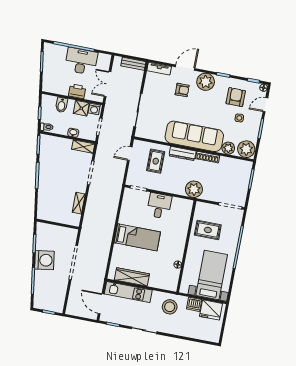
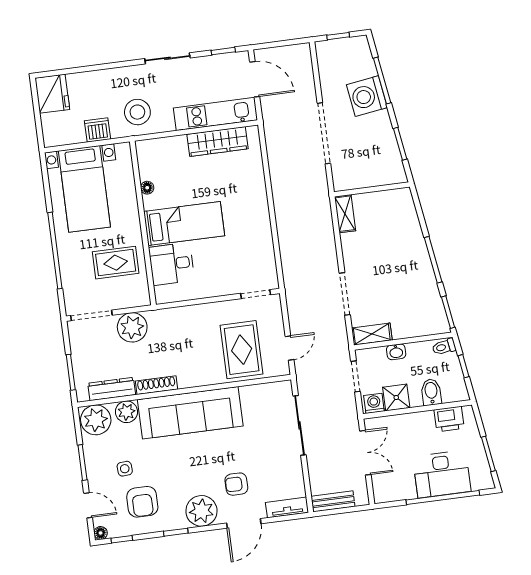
desk: (81, 61) -> (442, 474), moved
printer: (77, 91) -> (449, 419), moved
door: (265, 105) -> (88, 505), hinge flipped
dresser: (182, 153) -> (112, 389), moved
rug: (156, 161) -> (242, 350), width x1.36, depth x1.43
plant: (194, 189) -> (132, 327), moved
shelving: (79, 203) -> (345, 214), moved
desk: (159, 206) -> (172, 264), moved, turned 90
bed: (137, 237) -> (184, 224), moved, turned 180
washing machine: (44, 260) -> (367, 96), moved
fridge: (211, 310) -> (52, 94), moved, turned 90

